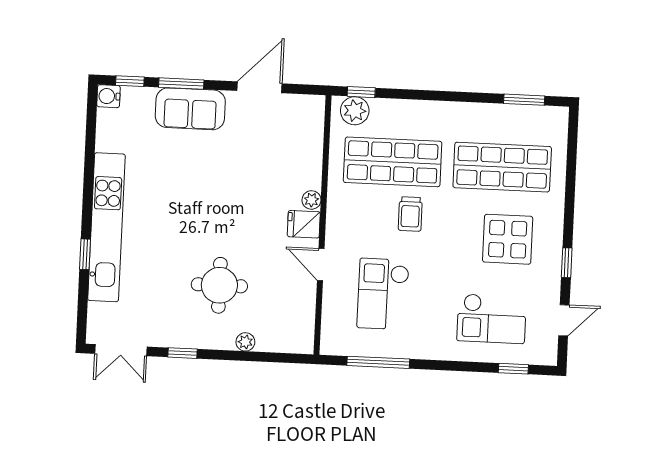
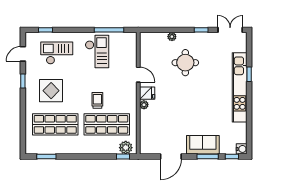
checkout: (383, 294) -> (97, 51), moved

